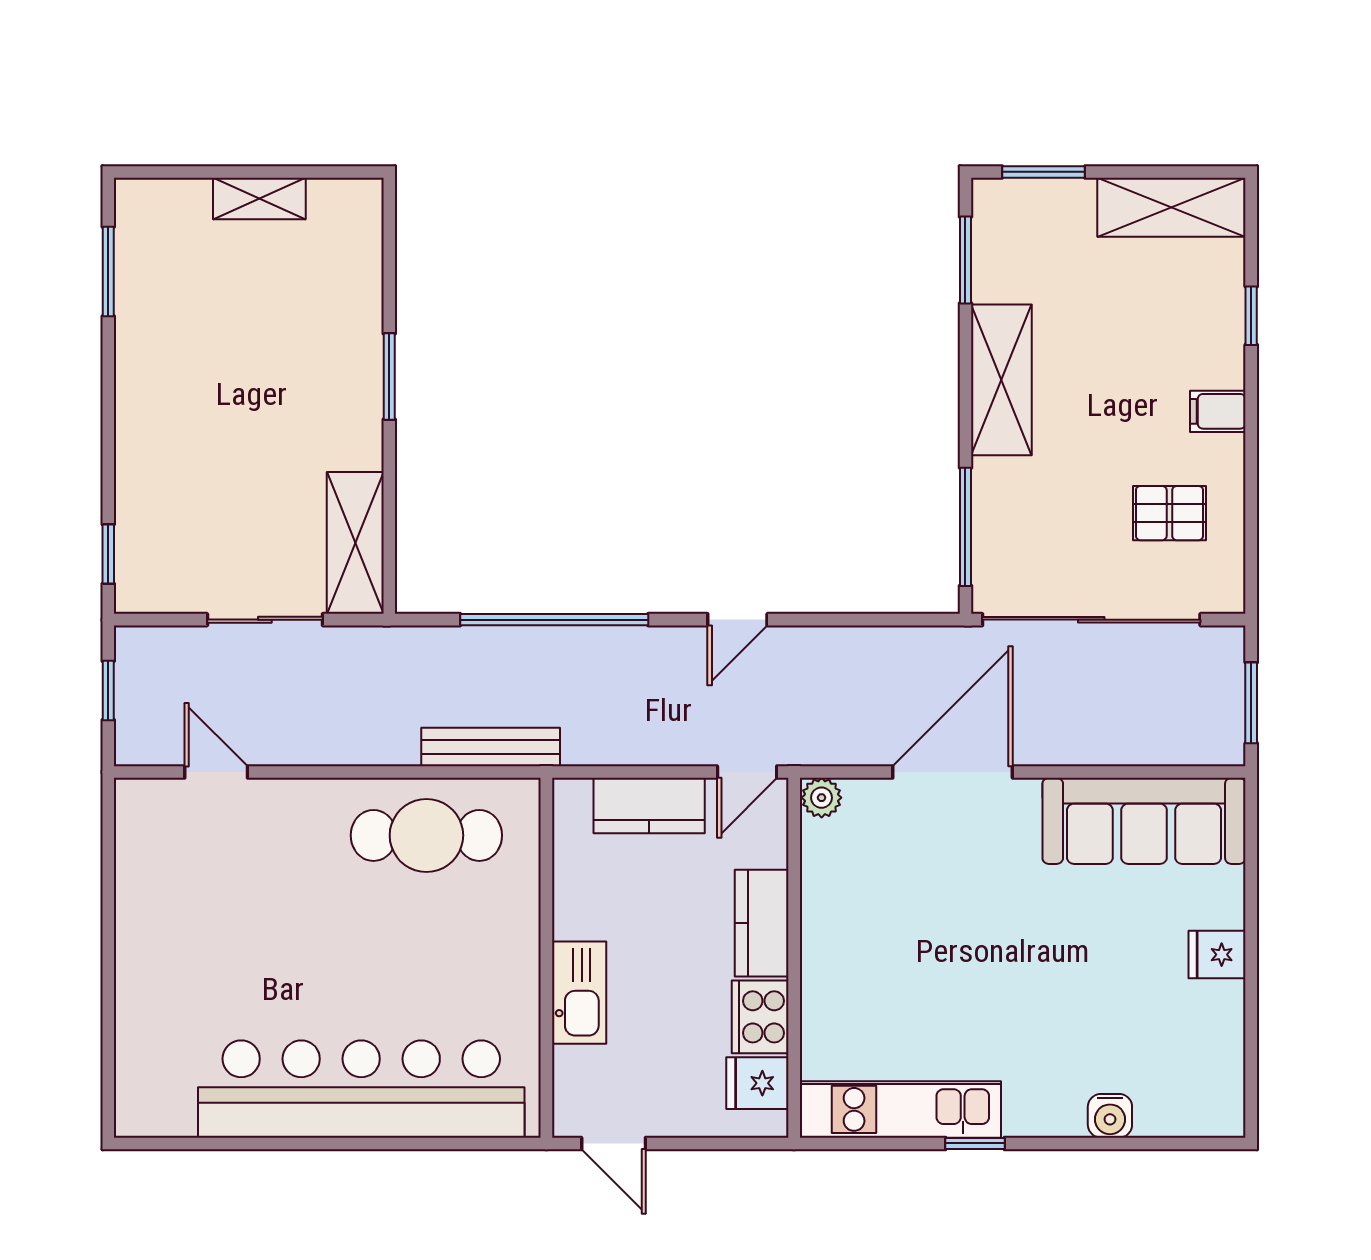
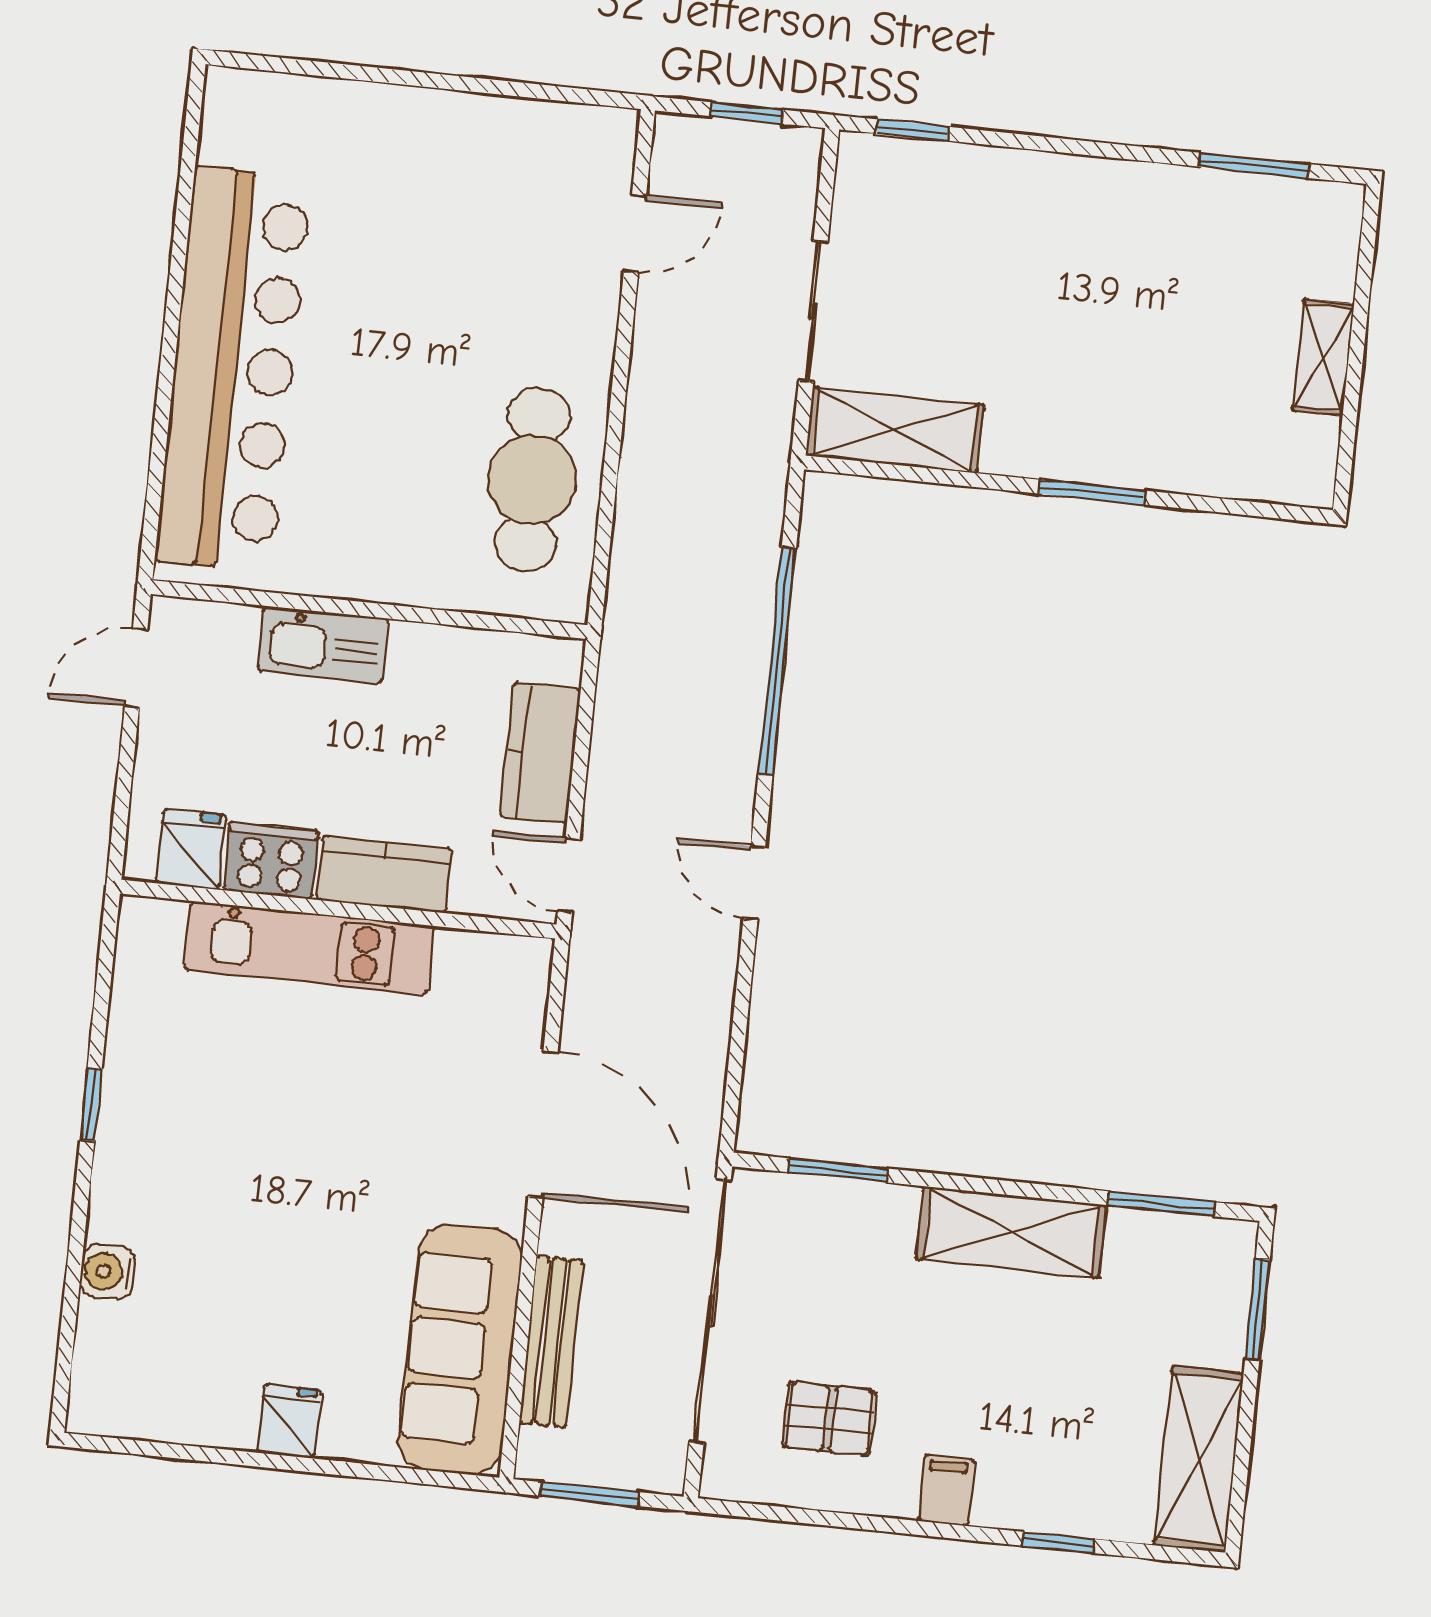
pallet: (1169, 513) -> (829, 1419), turned 90
window: (965, 527) -> (838, 1170), width x0.69
bench: (491, 747) -> (551, 1342), moved
plant: (822, 798) -> (528, 962), removed
kitchen unit: (900, 1109) -> (309, 948), moved, turned 90

